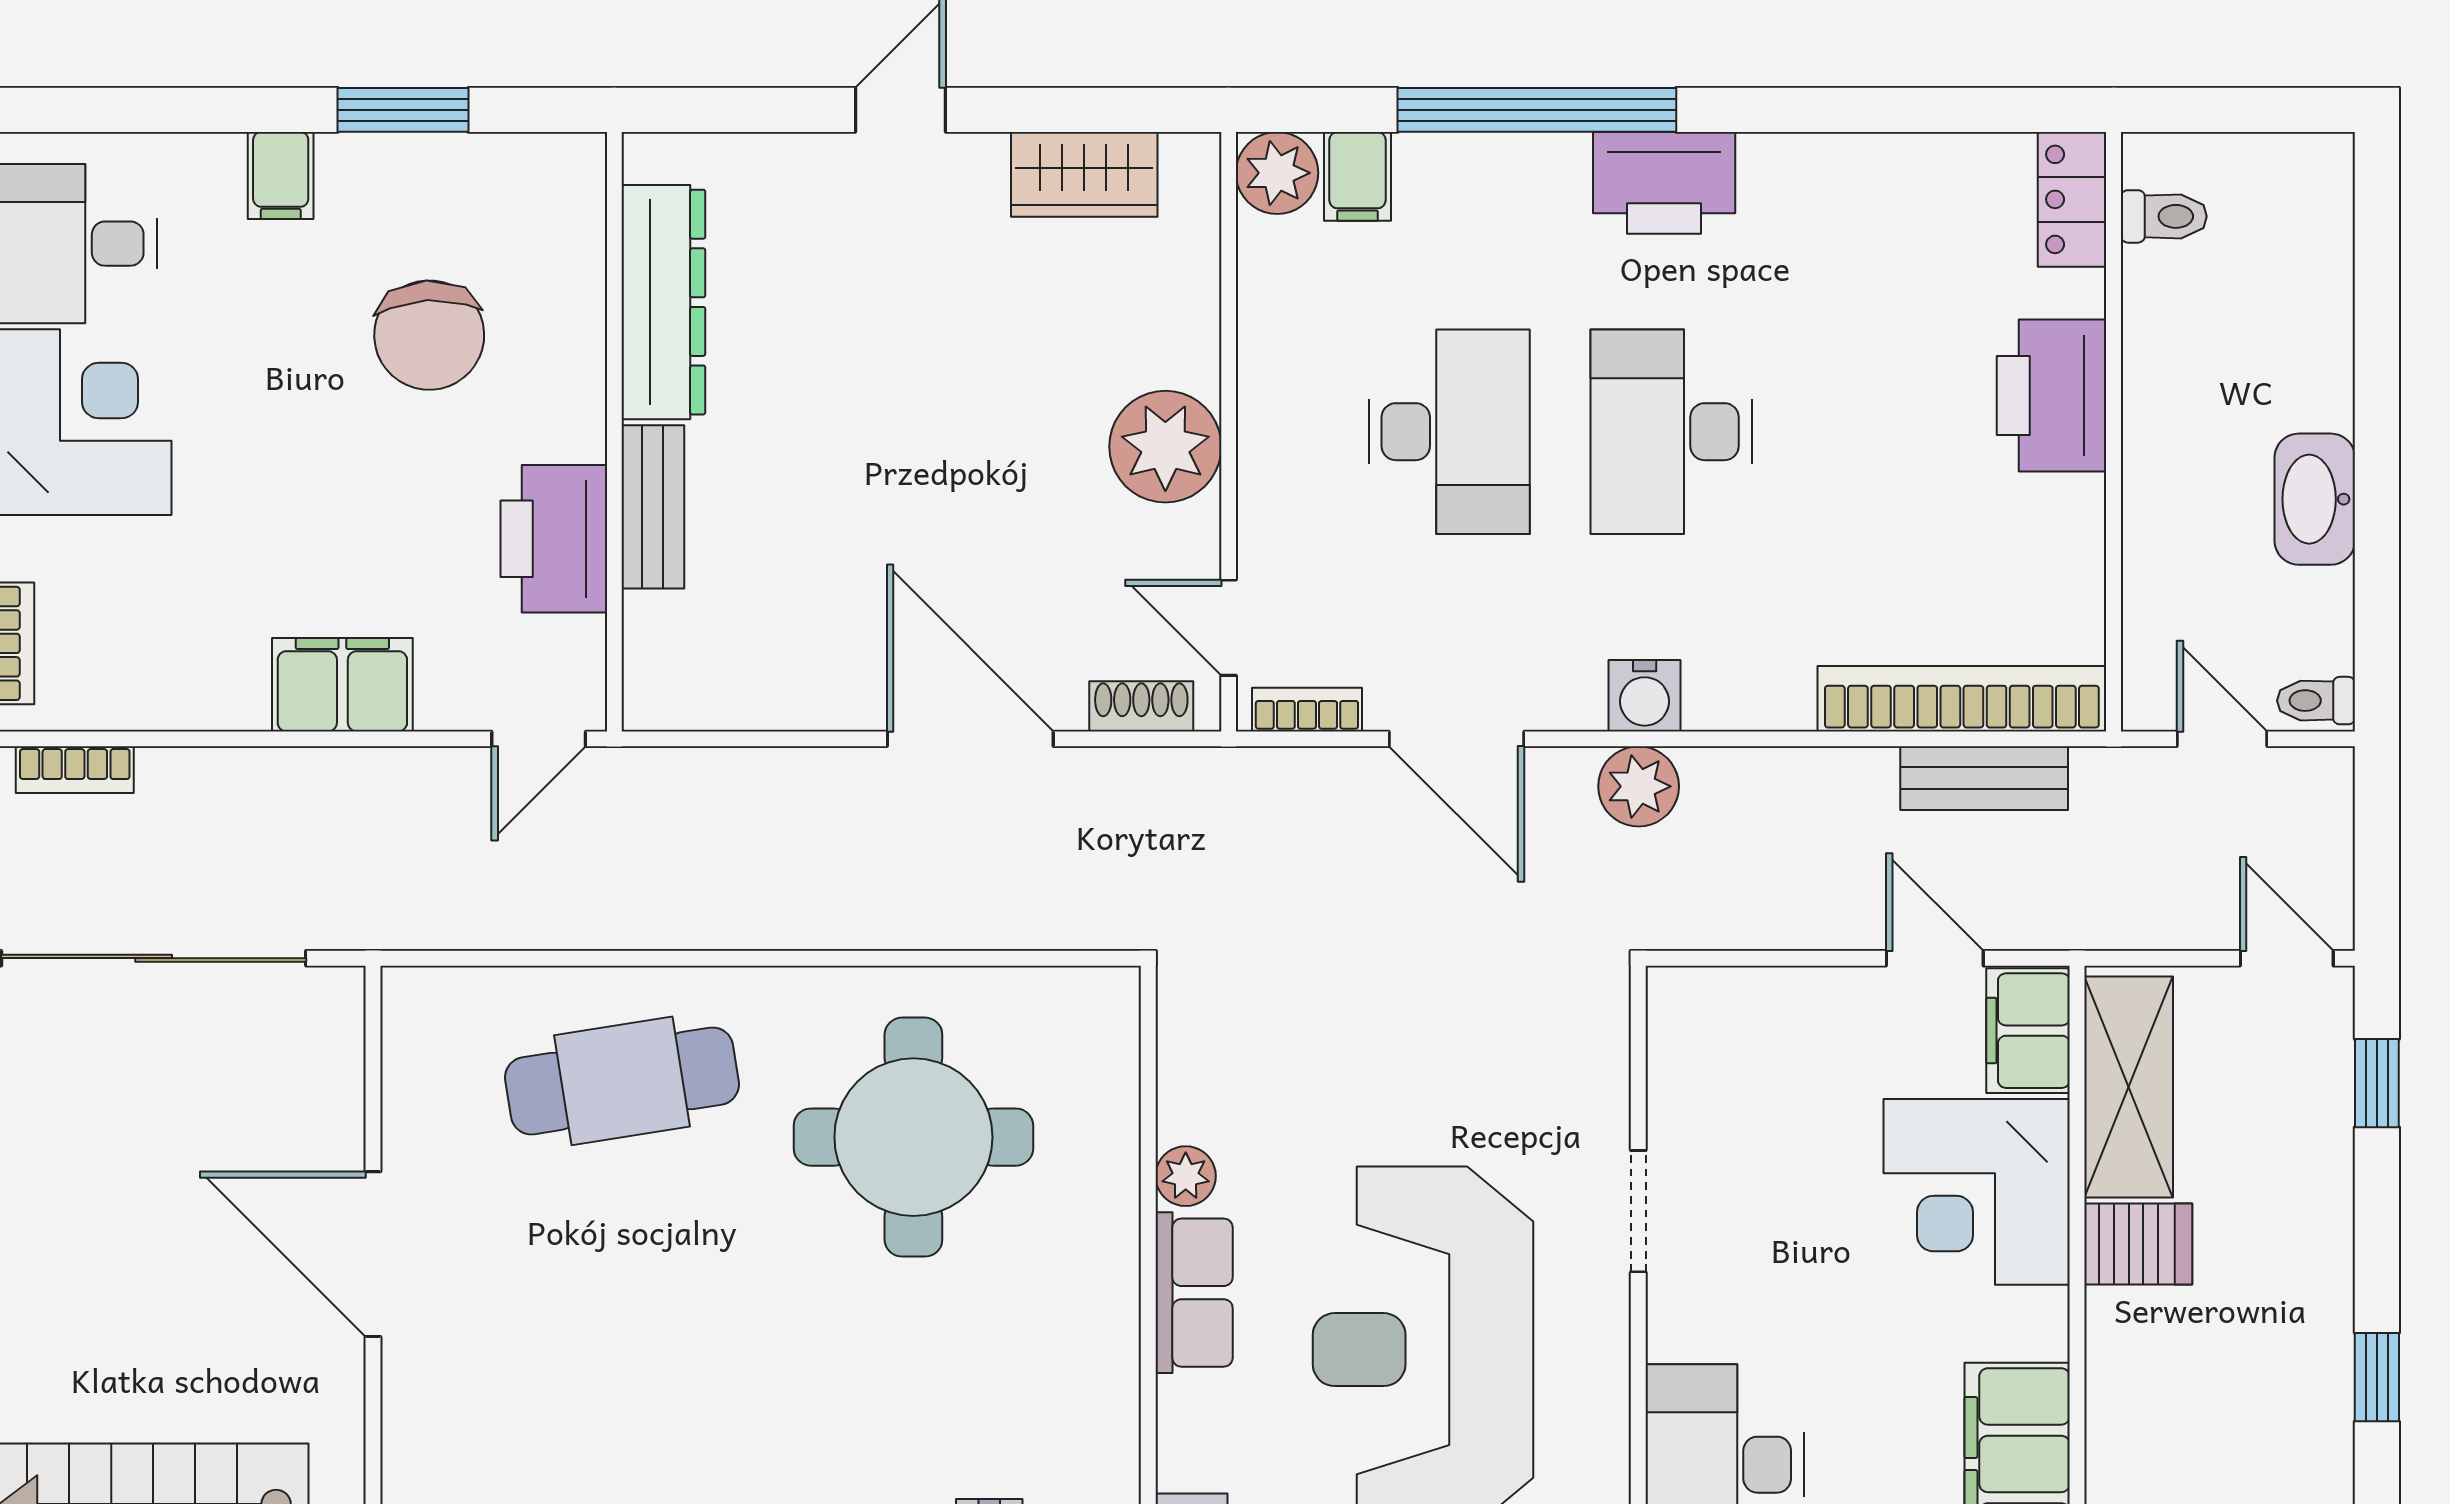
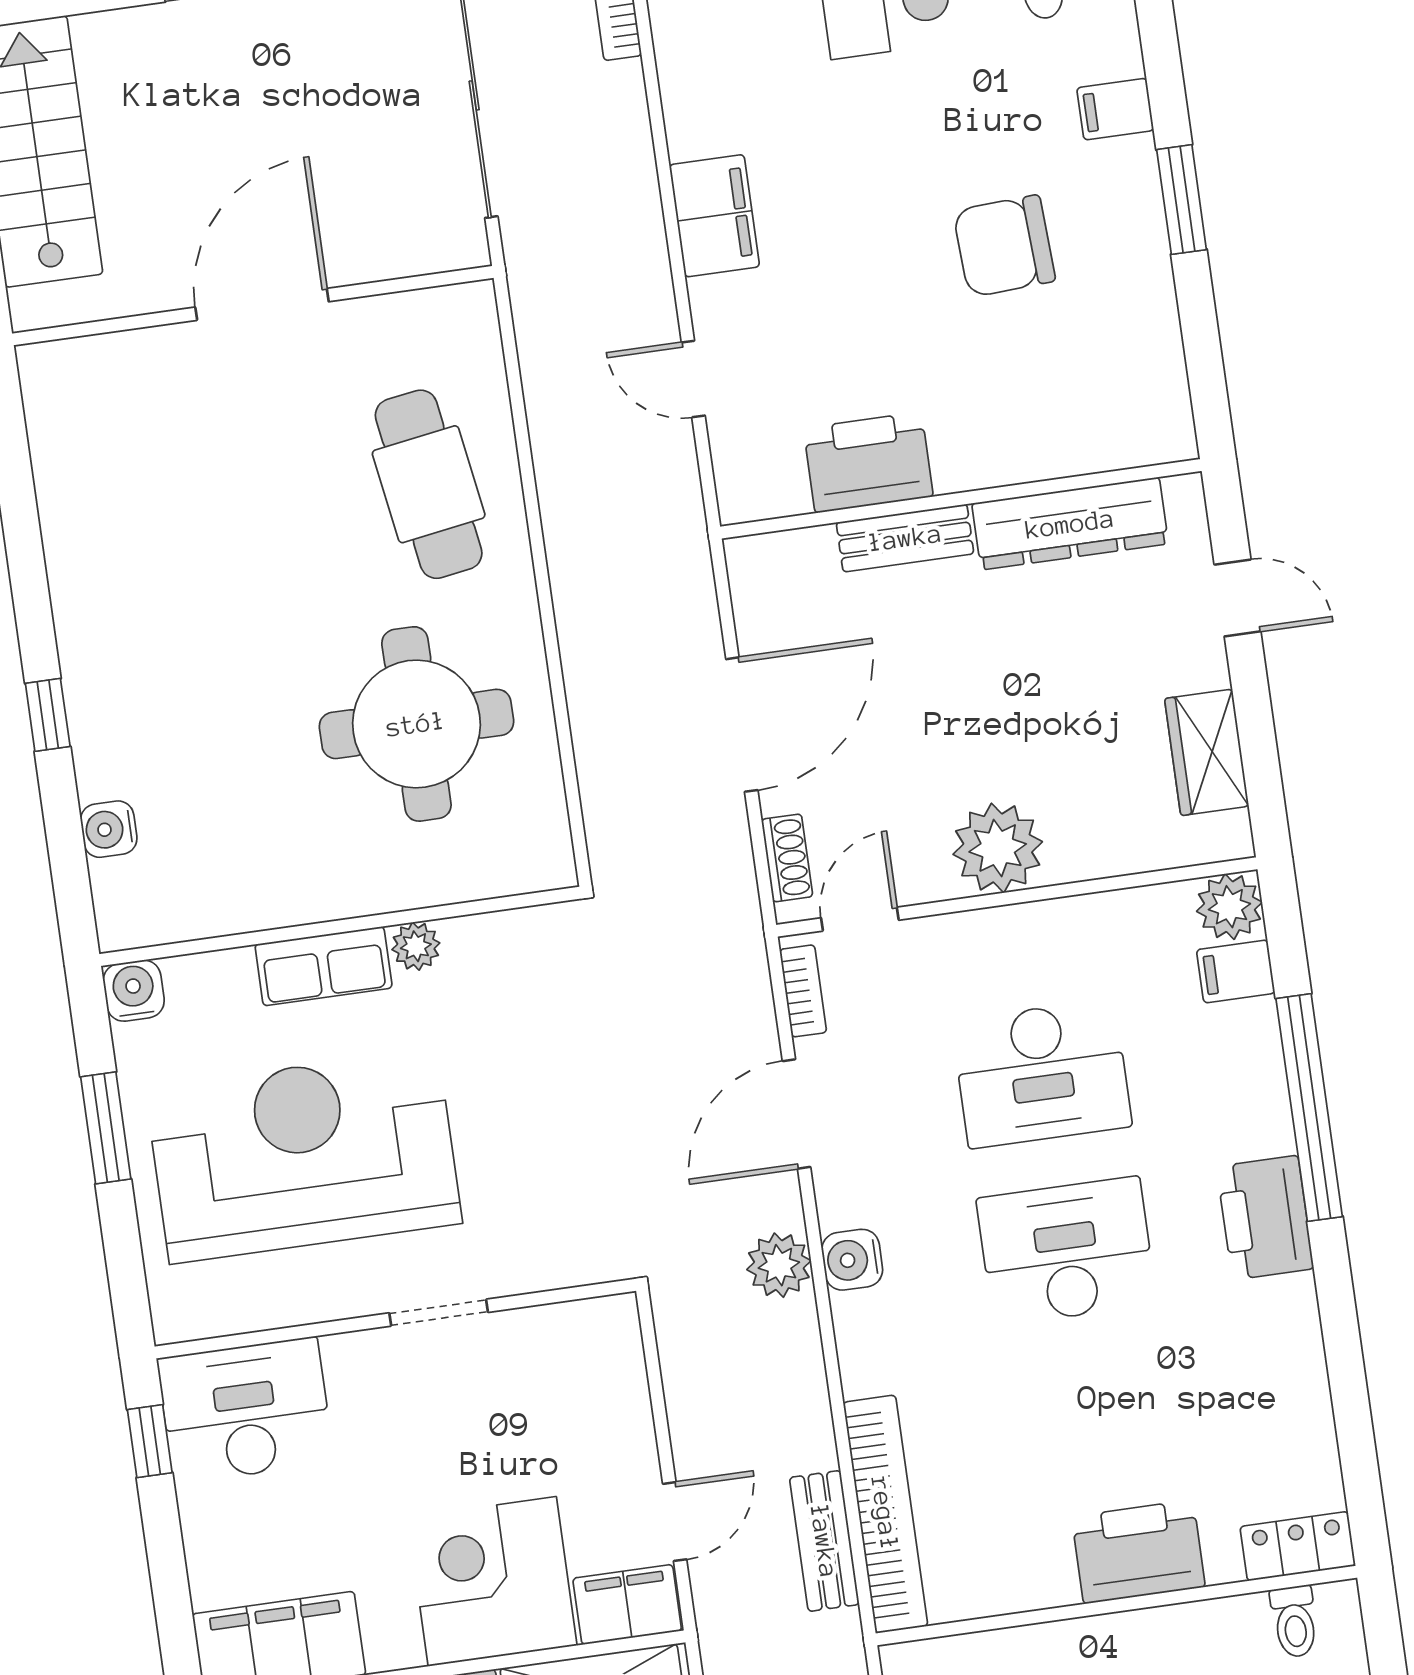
dresser: (663, 302) -> (1070, 524), moved
wall: (614, 432) -> (961, 499), moved
bench: (653, 507) -> (905, 538), moved
printer: (554, 539) -> (868, 462), moved

